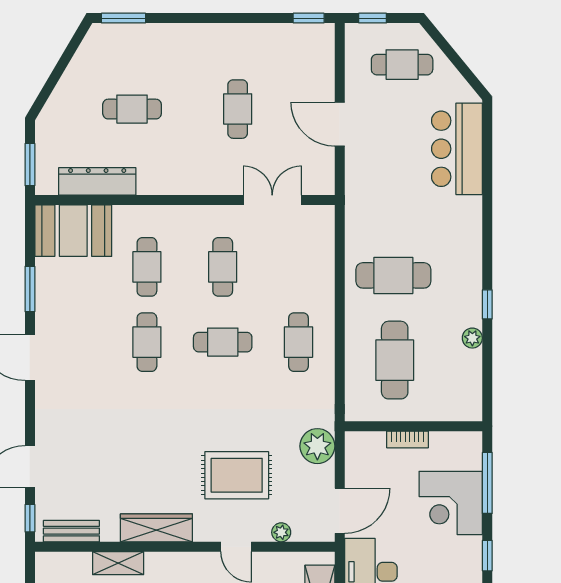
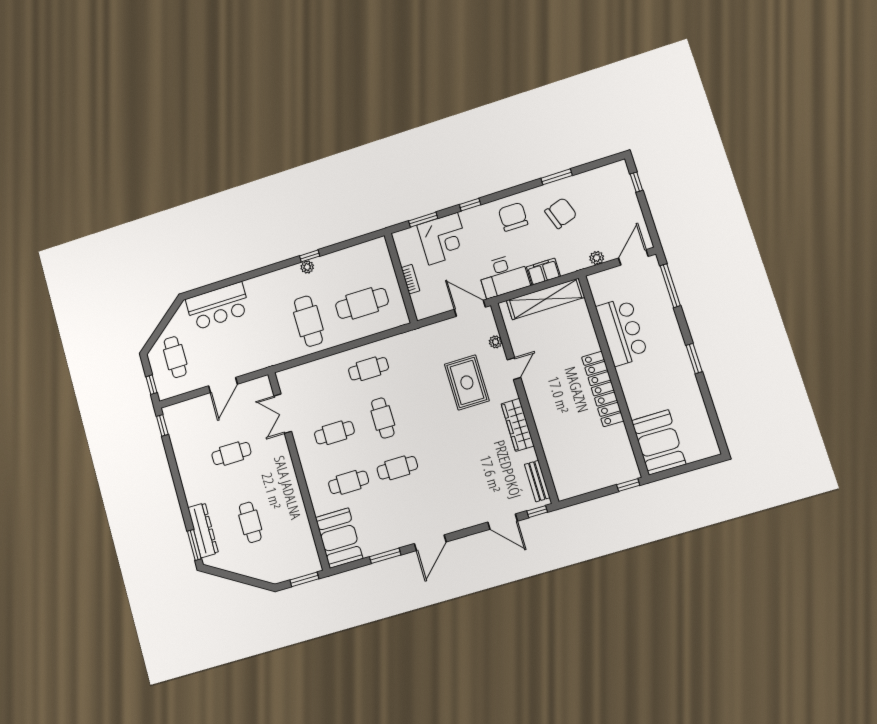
dresser: (97, 181) -> (203, 530), moved, turned 180
plant: (472, 338) -> (307, 267), moved
plant: (317, 446) -> (432, 336), removed
window: (487, 483) -> (423, 220), width x0.69
shelving: (118, 563) -> (549, 443), removed

